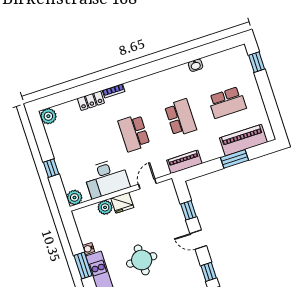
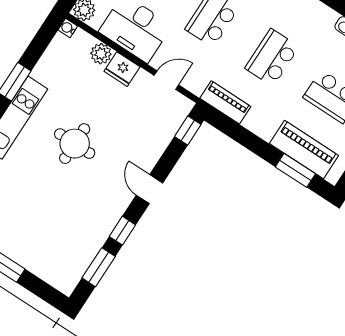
school desk: (180, 118) -> (272, 57), turned 180
window: (234, 159) -> (295, 170), moved
window: (189, 210) -> (188, 130), moved
water cooler: (88, 249) -> (68, 28), moved

